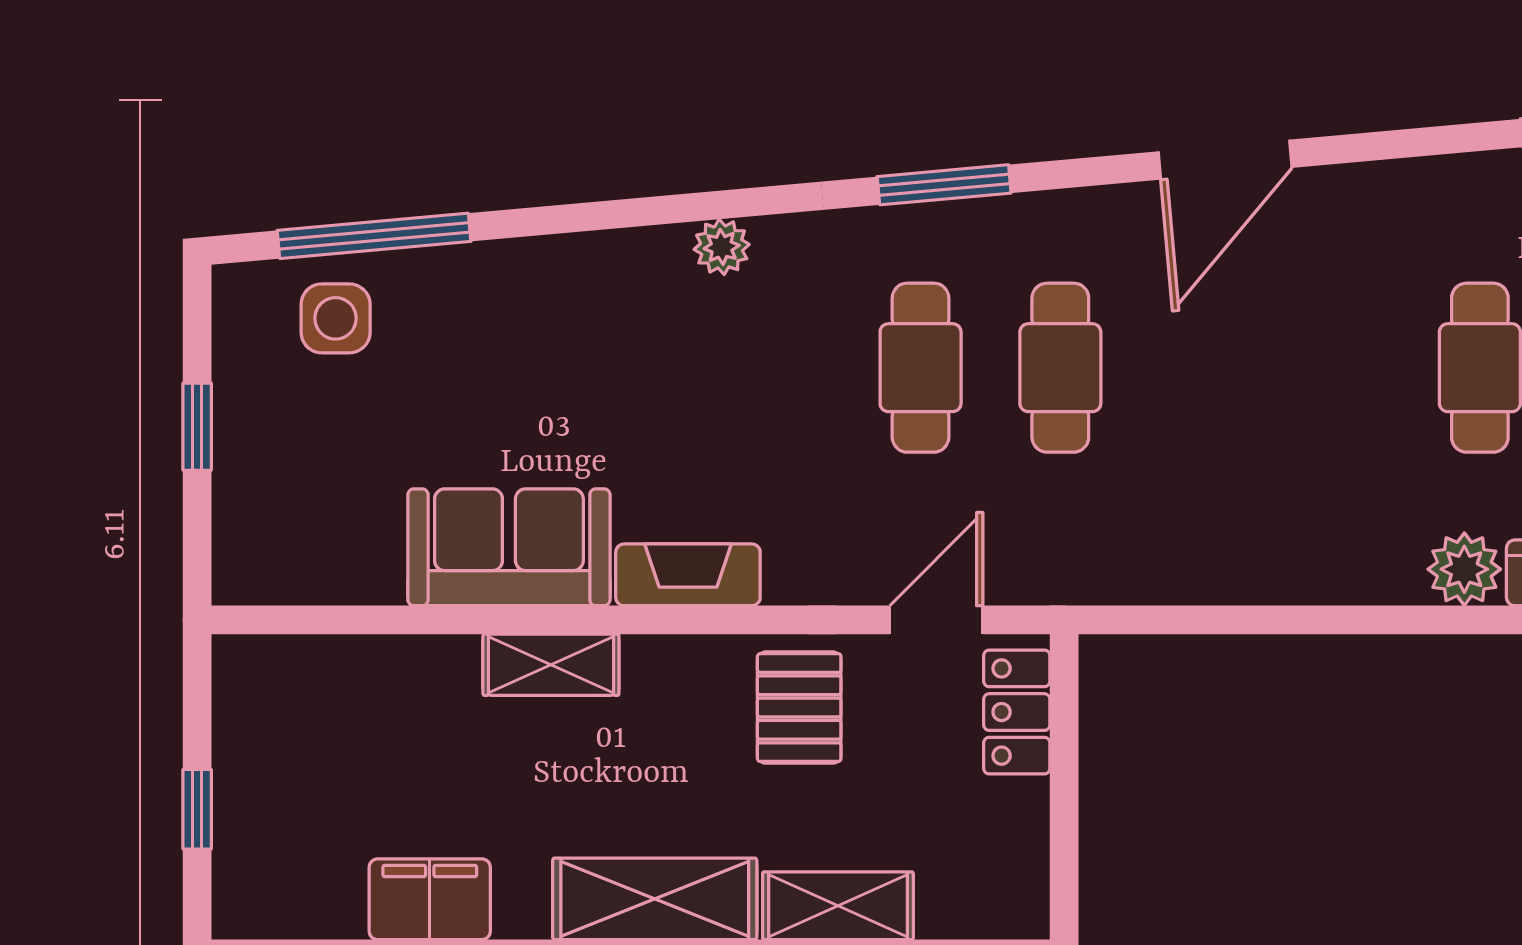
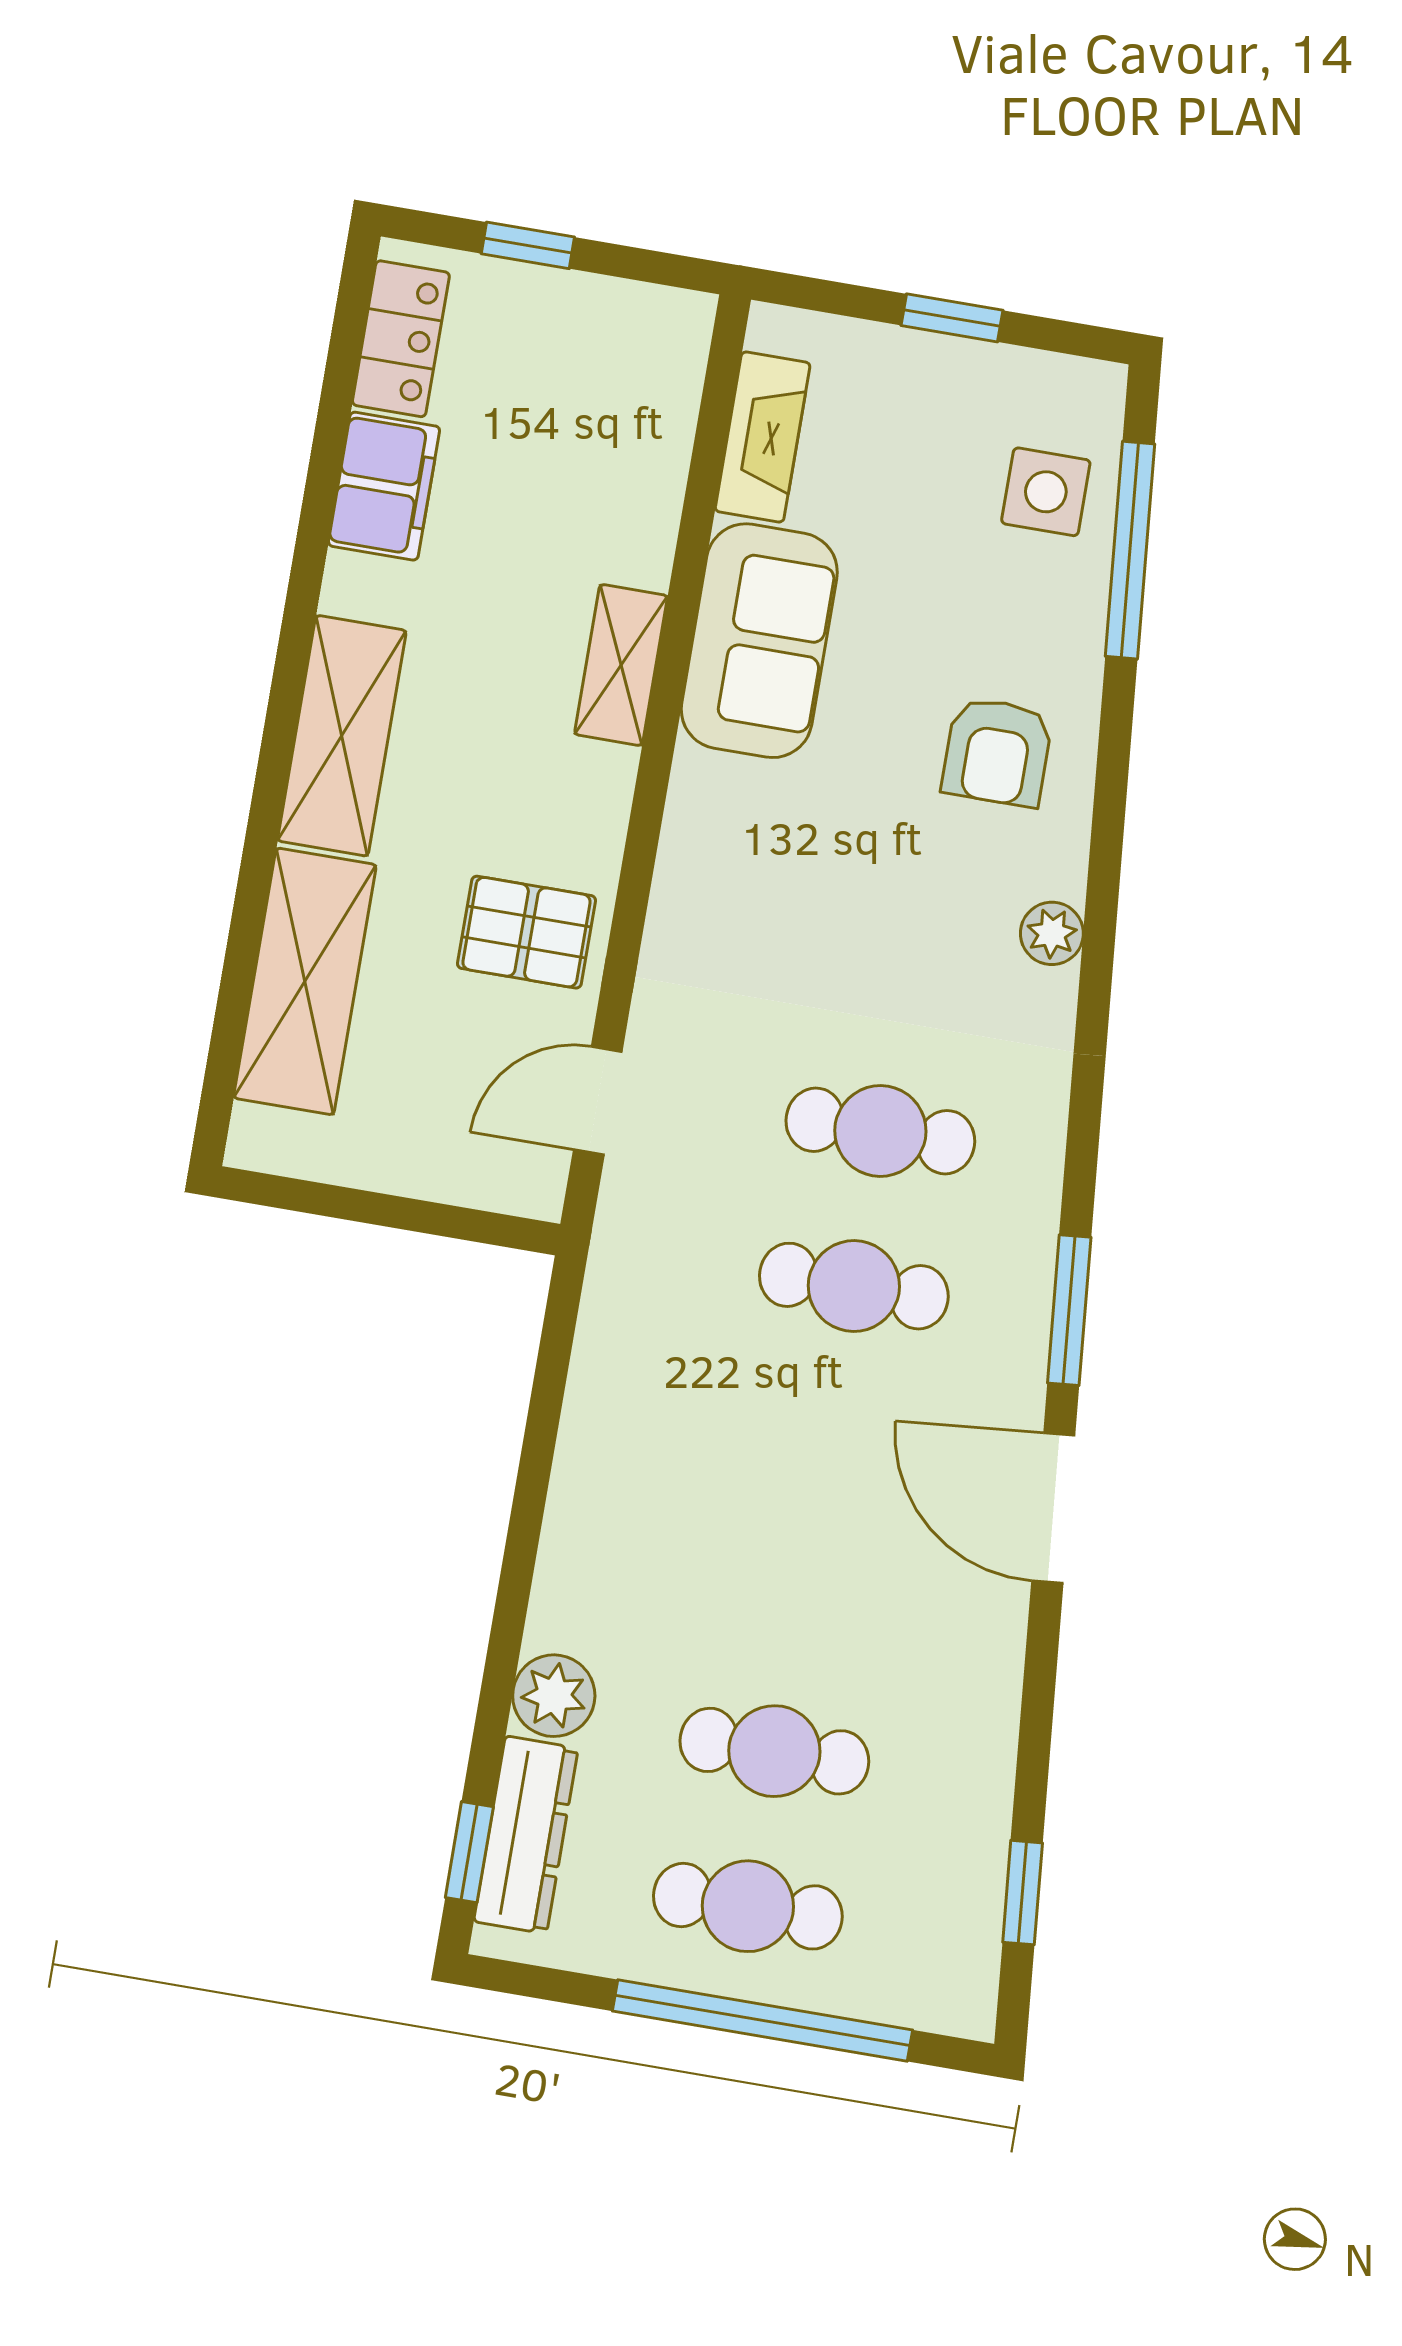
window: (944, 185) -> (1069, 1310), moved
armchair: (571, 322) -> (997, 752), added
fireplace: (688, 575) -> (763, 437), moved
door: (936, 620) -> (598, 1101), swing flipped
locker: (1017, 712) -> (401, 339), moved, turned 90
shelving: (838, 906) -> (305, 981), width x1.50, depth x1.33

